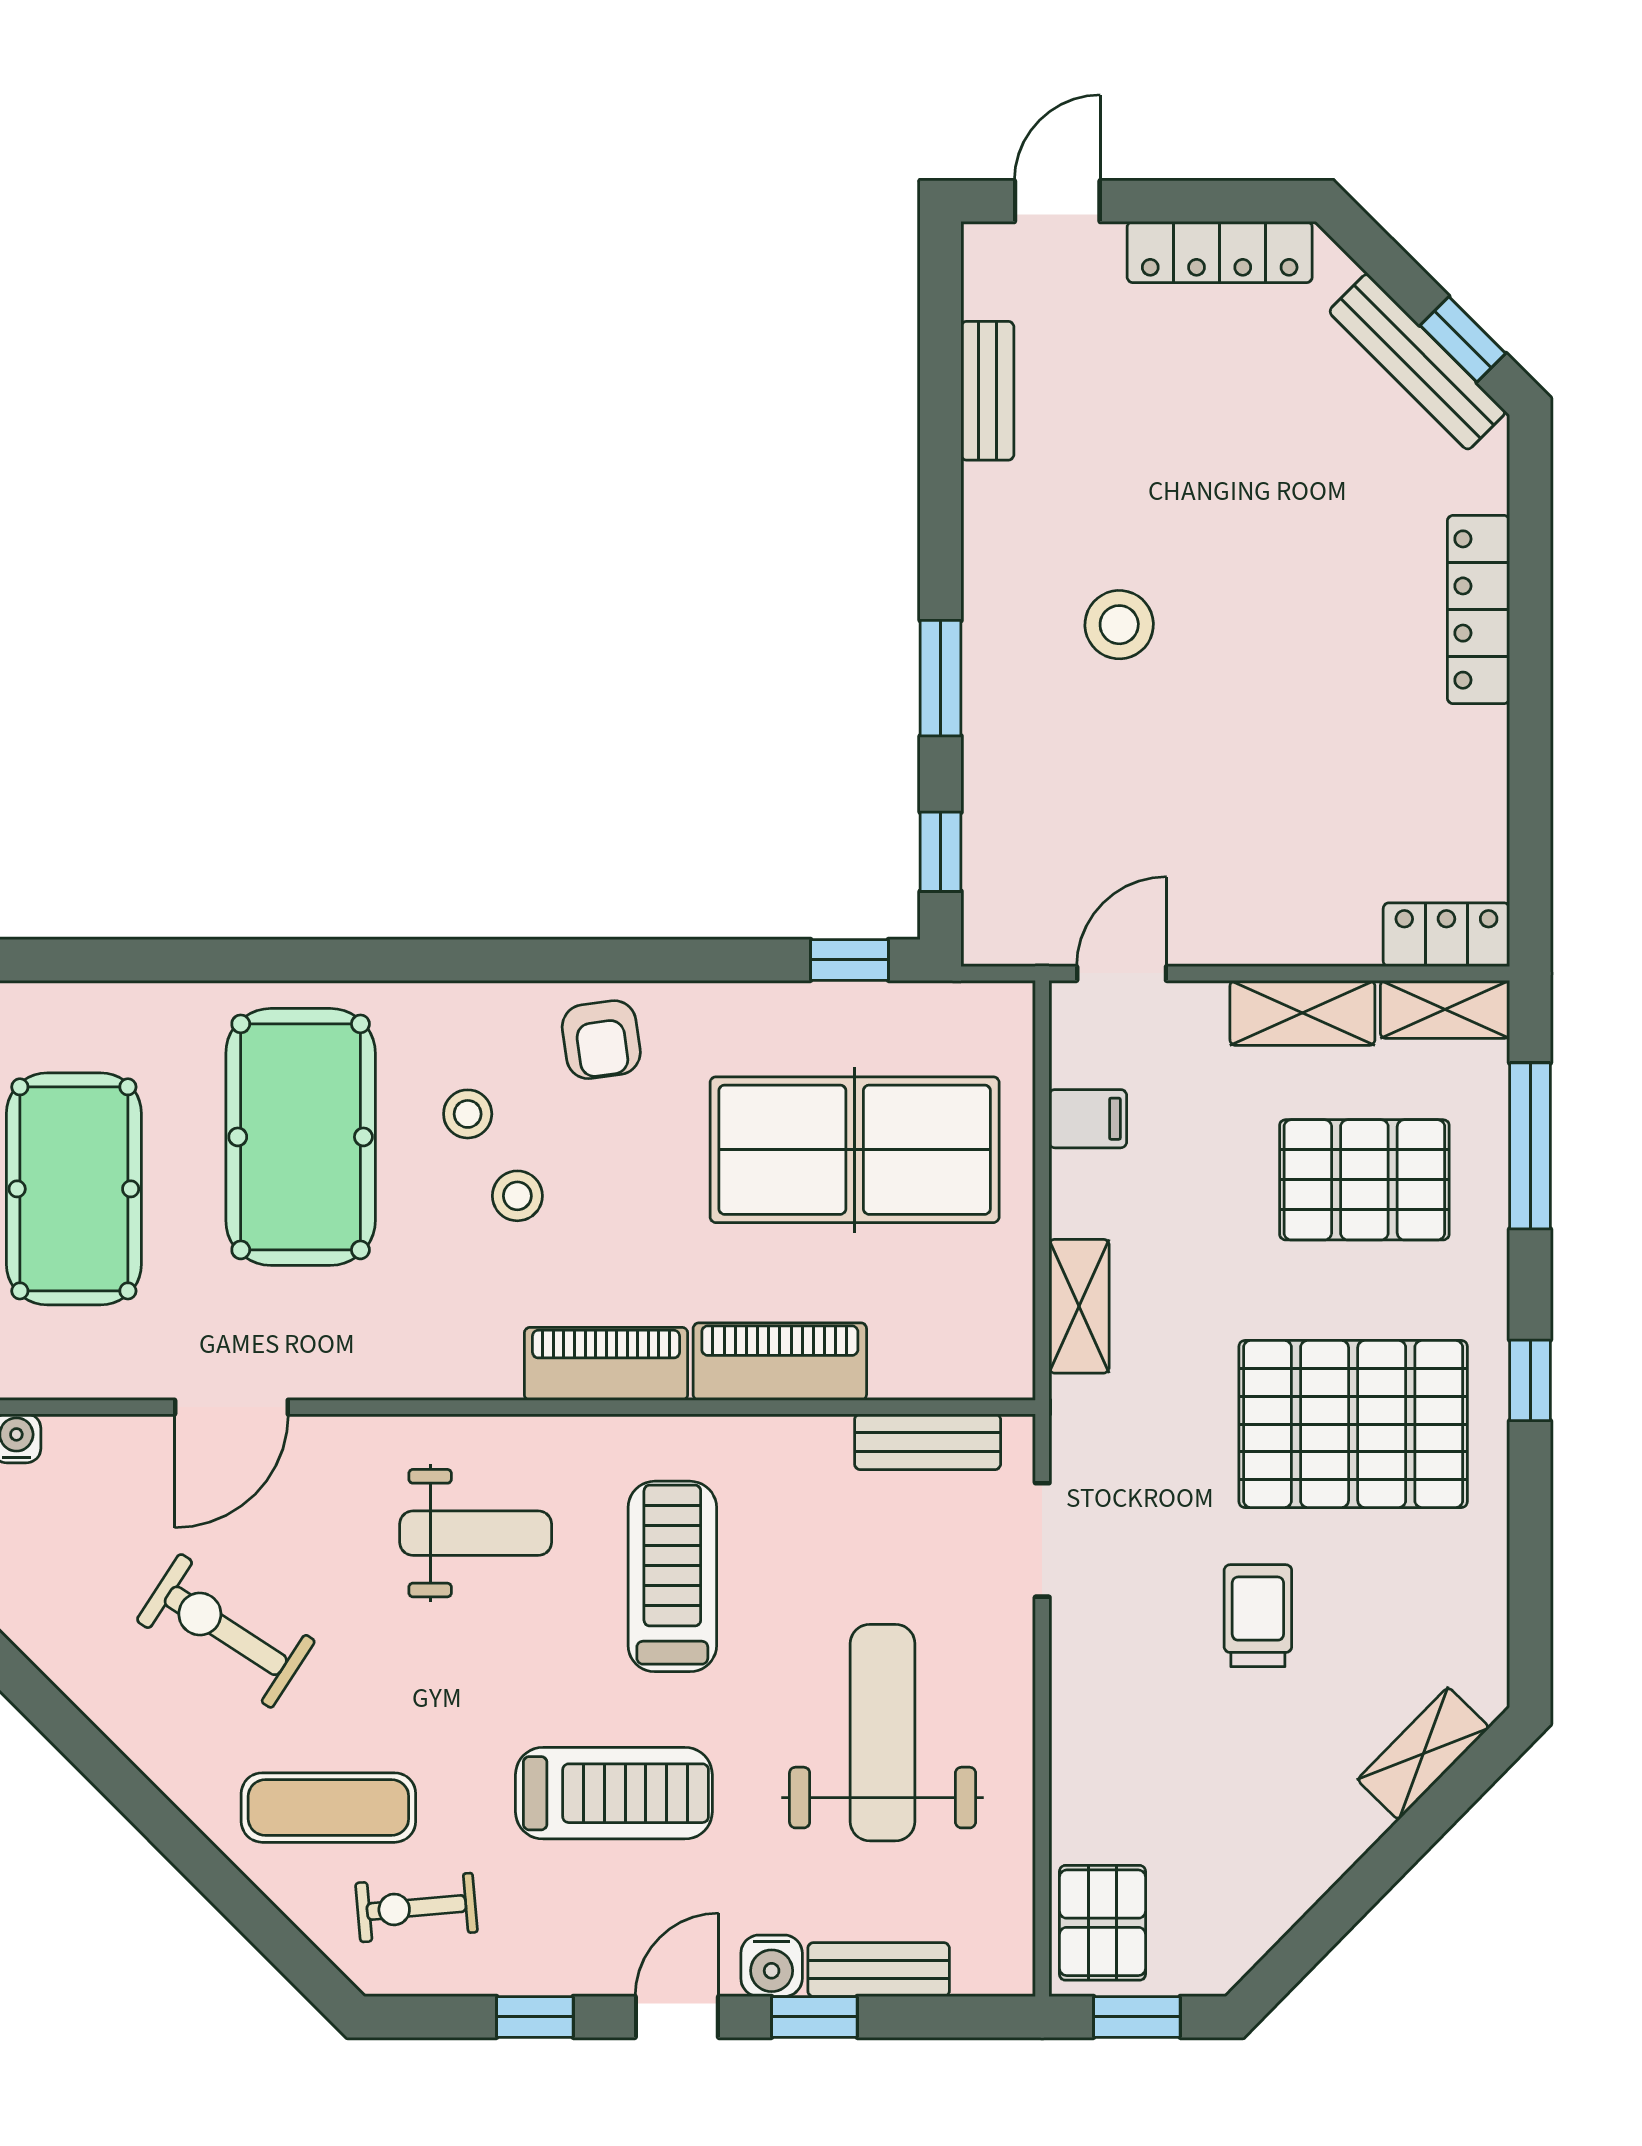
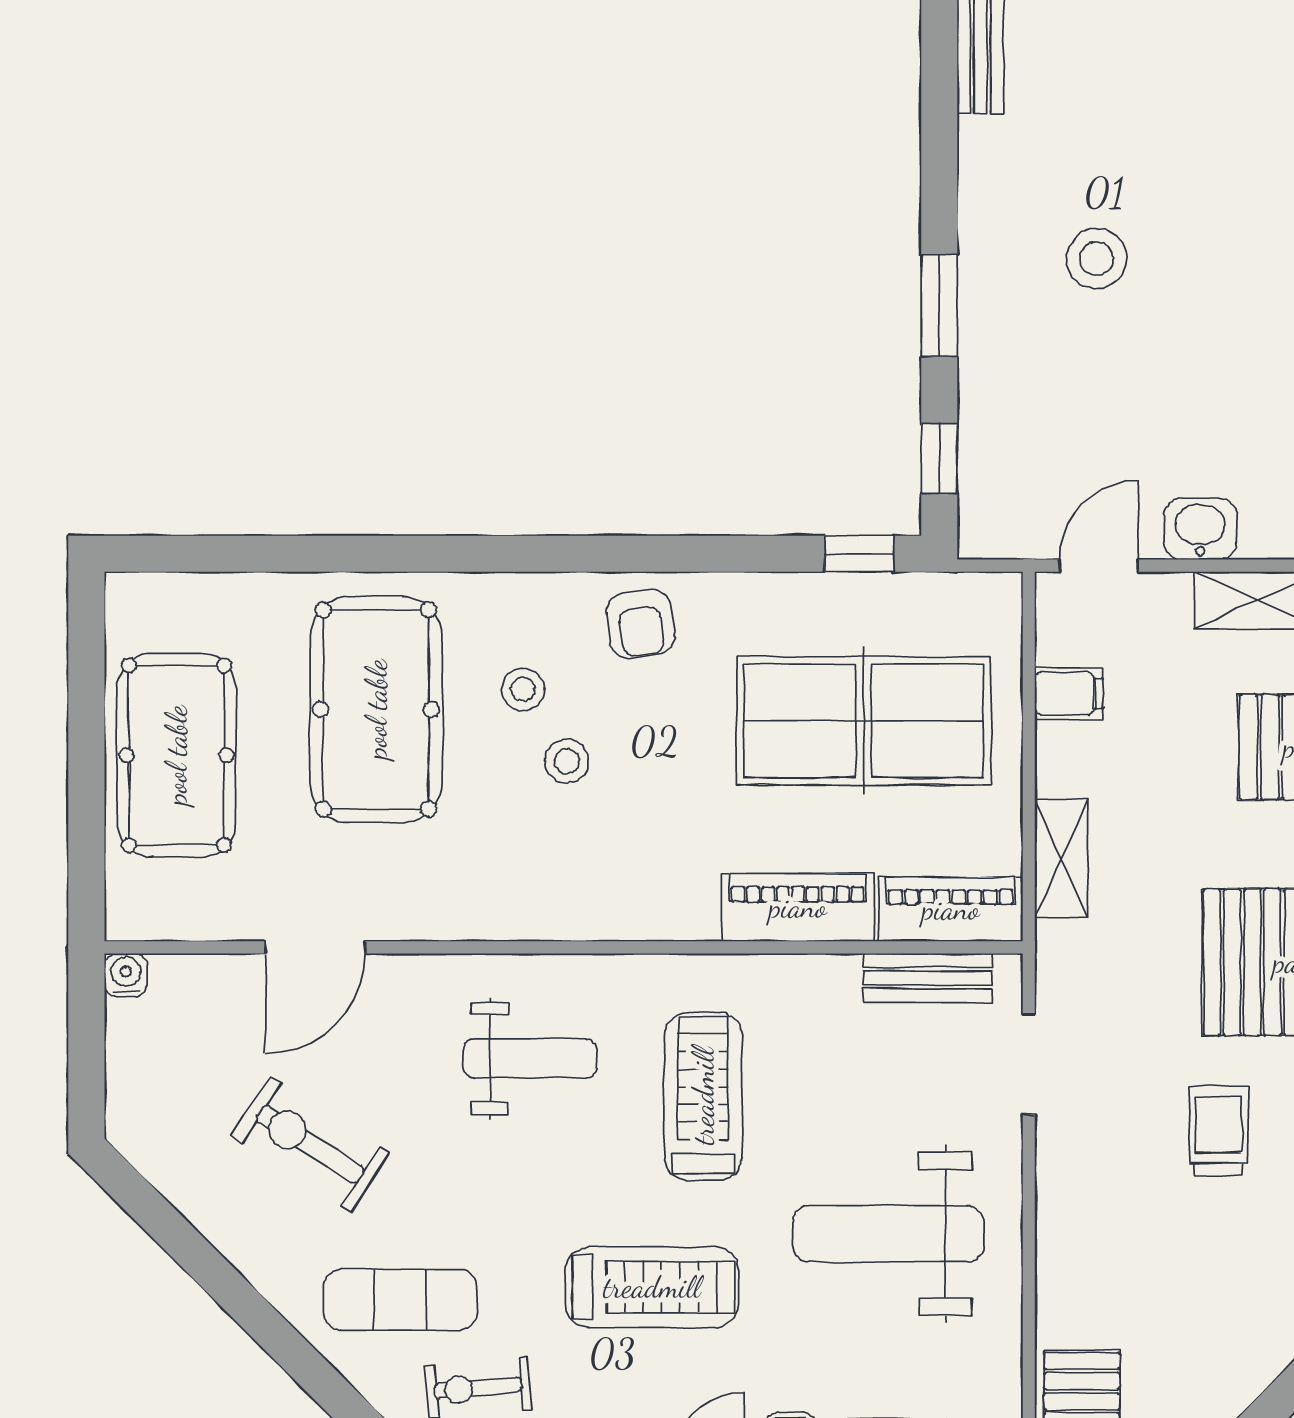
washbasin: (1237, 932) -> (1200, 529), added
piano: (606, 1364) -> (951, 909), moved
weight bench: (883, 1733) -> (888, 1234), turned -90

